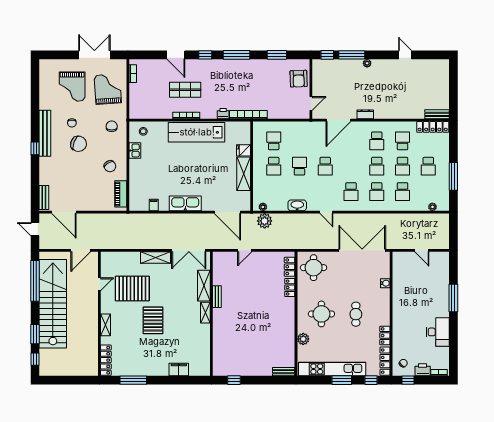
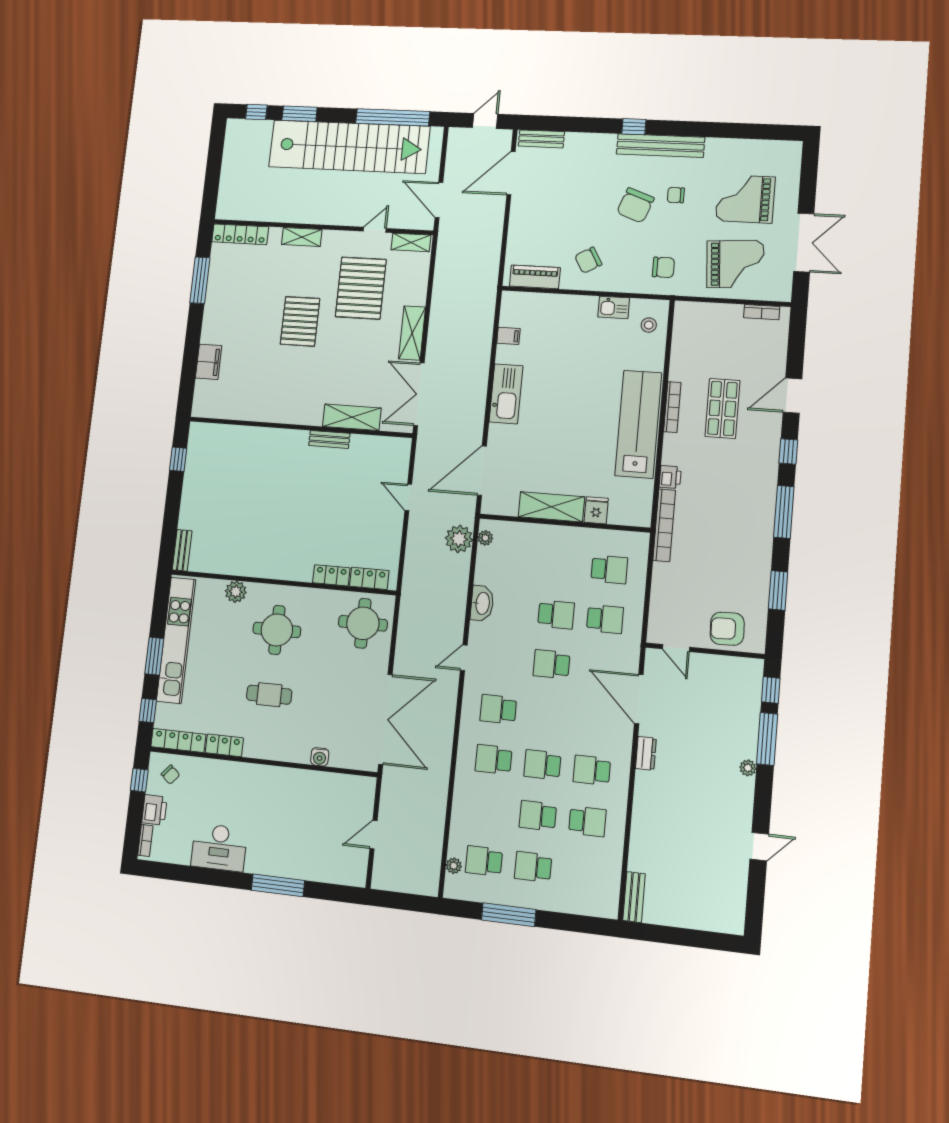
locker: (433, 127) -> (610, 885), removed
school desk: (274, 166) -> (605, 619), moved, turned 180
school desk: (403, 192) -> (484, 861), moved
door: (99, 284) -> (375, 230), swing flipped
shelving: (205, 313) -> (411, 242), moved
pallet: (153, 320) -> (300, 321), turned 90

